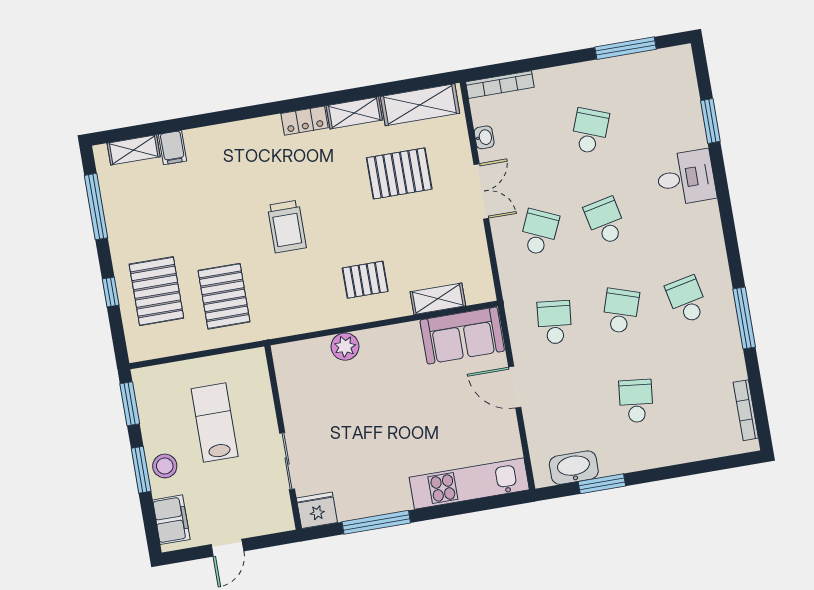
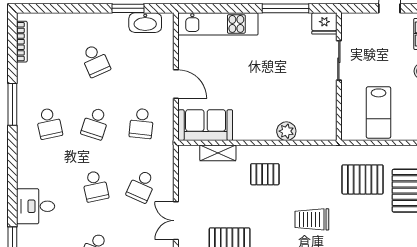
trolley: (287, 227) -> (312, 219), turned -90
pallet: (224, 296) -> (363, 179), turned 90
school desk: (636, 401) -> (95, 61), turned -30
lab bench: (215, 423) -> (379, 112), moved

